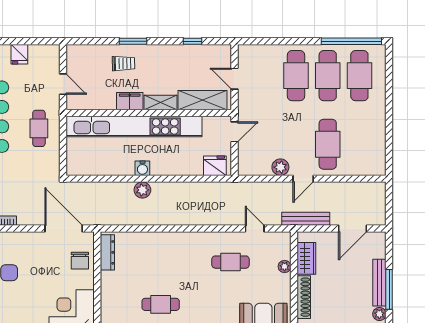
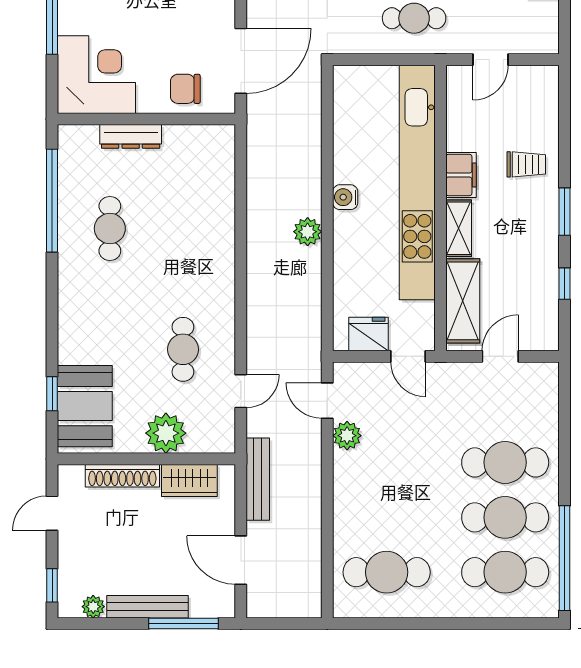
window: (133, 41) -> (565, 212), moved
trolley: (123, 63) -> (526, 164), turned -89
cafe table: (328, 144) -> (387, 572), moved
fridge: (215, 166) -> (369, 334), moved, turned -90
door: (303, 179) -> (327, 401), moved
plant: (142, 190) -> (308, 232), moved
dresser: (107, 252) -> (131, 136), moved
plant: (285, 267) -> (166, 433), width x1.88, depth x1.88
window: (389, 289) -> (184, 623), moved

